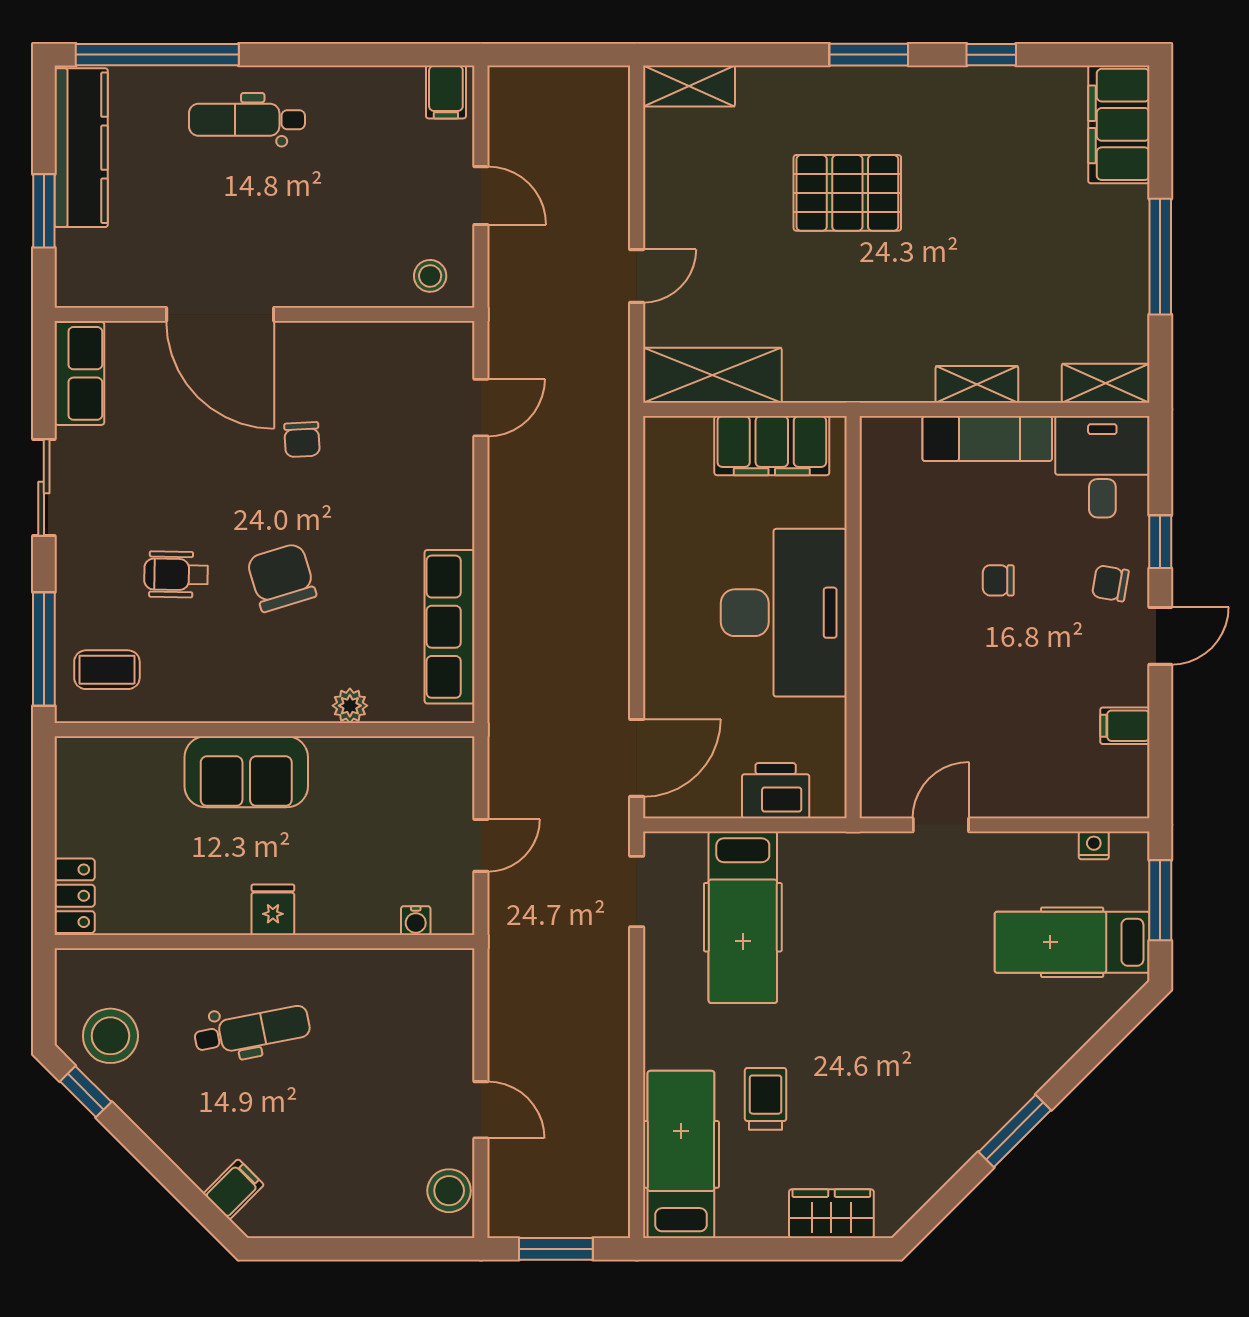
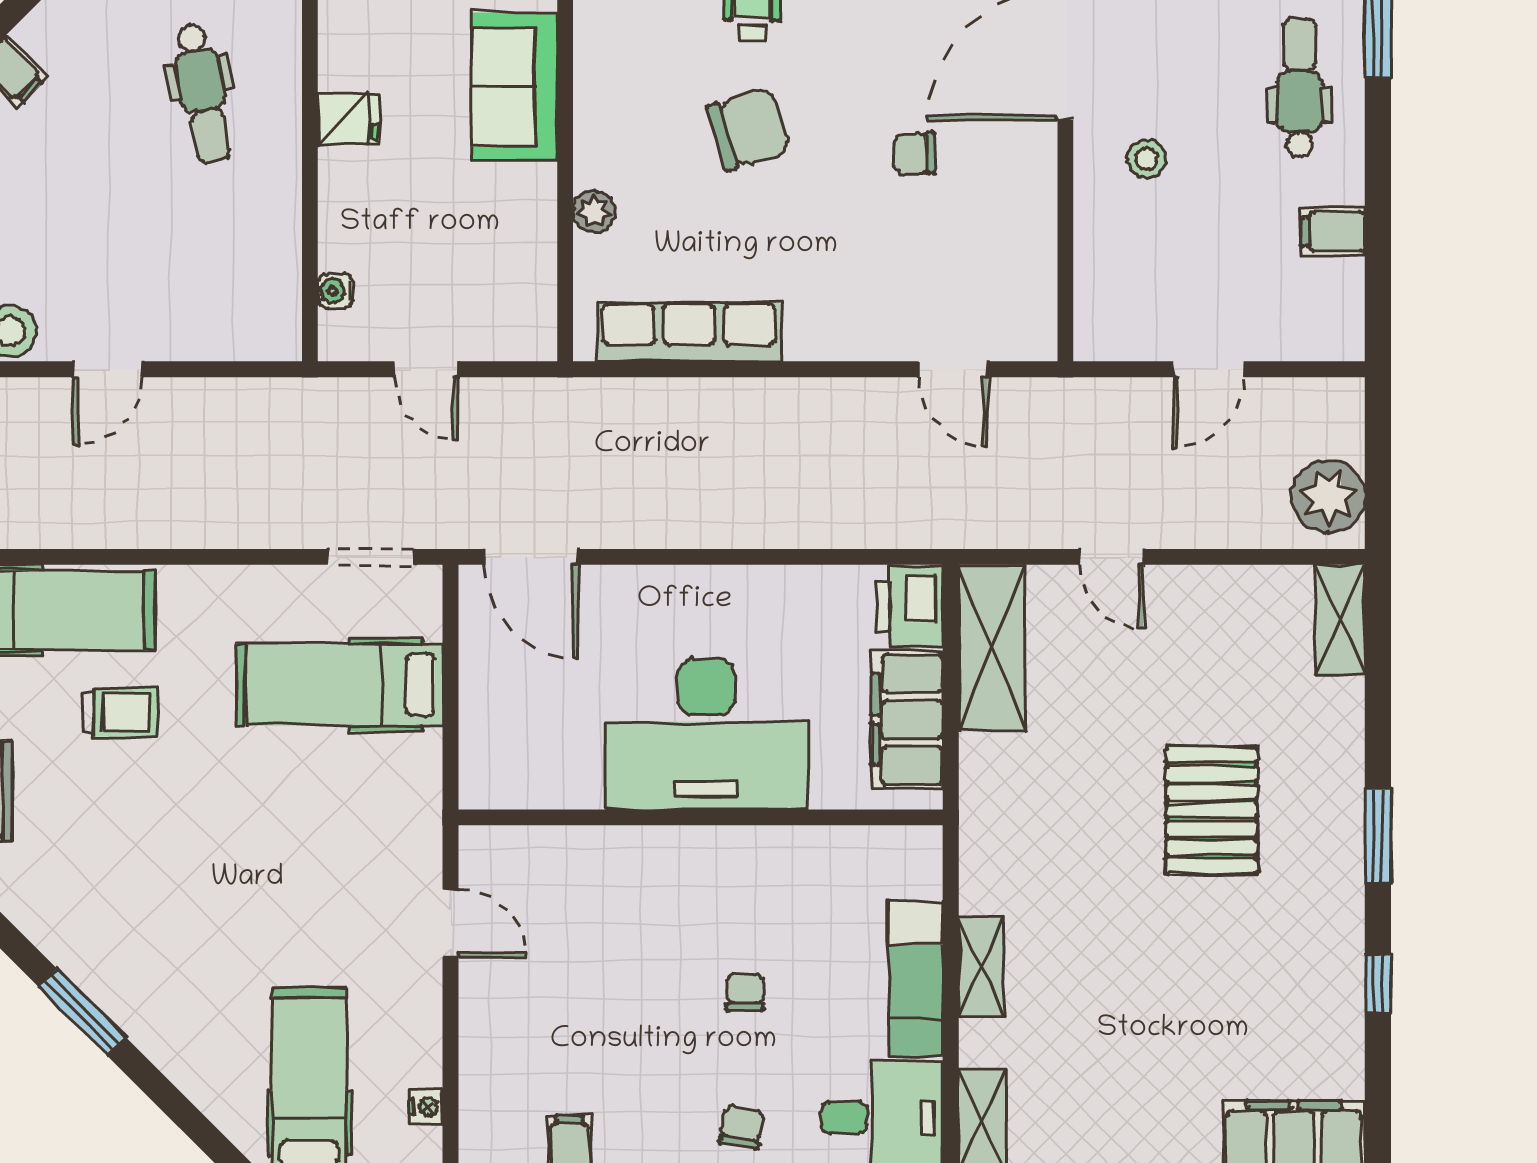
filing cabinet: (446, 92) -> (1333, 232), moved
plant: (587, 96) -> (1328, 497), added
stool: (430, 276) -> (1146, 159), moved
printer: (776, 791) -> (910, 606), moved, turned 180

